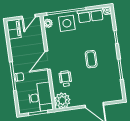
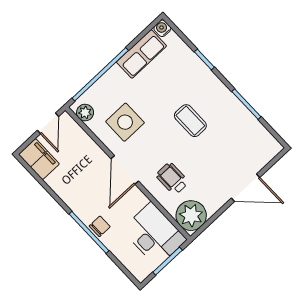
side table: (67, 23) -> (125, 122), moved

